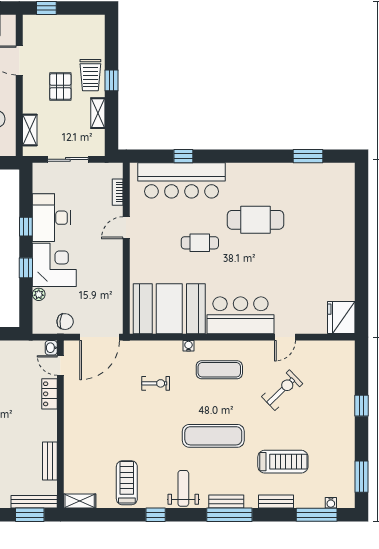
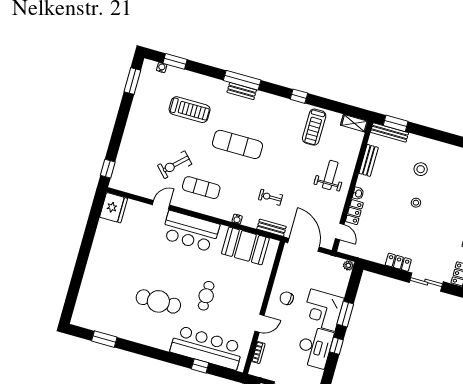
cafe table: (200, 243) -> (206, 296), turned 90
window: (26, 268) -> (345, 314), width x1.50
plant: (39, 294) -> (348, 265), moved
booth: (169, 309) -> (245, 246), width x0.73, depth x0.70
chair: (65, 322) -> (287, 298), moved
door: (100, 337) -> (304, 245), hinge flipped
washbasin: (51, 348) -> (358, 193), moved
exercise mat: (219, 370) -> (201, 188), moved
window: (362, 406) -> (108, 169), moved
treadmill: (283, 462) -> (190, 110), turned 180
weight bench: (183, 488) -> (330, 175), moved, turned 180
bench: (276, 502) -> (272, 228), moved
window: (317, 515) -> (175, 61), width x0.69

